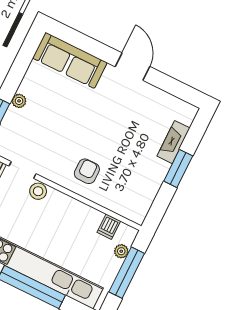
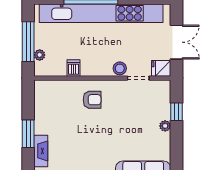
armchair: (87, 171) -> (92, 100), turned -90
dishwasher: (109, 227) -> (74, 68), moved

